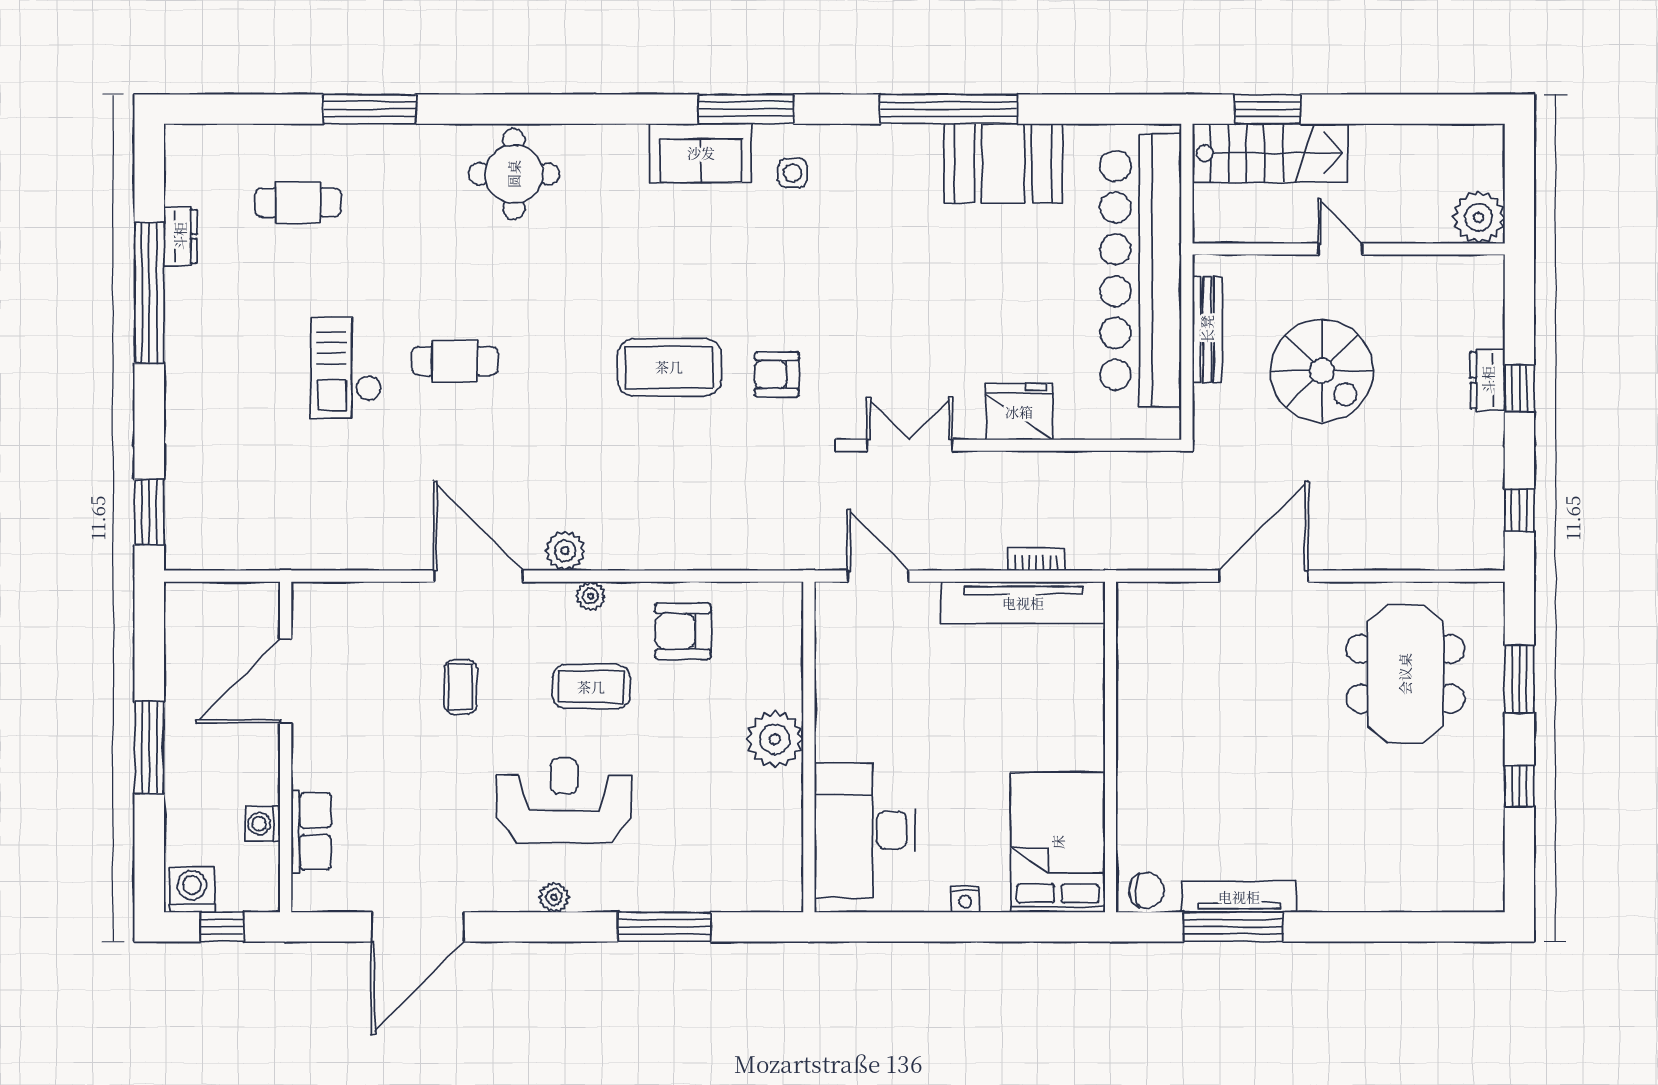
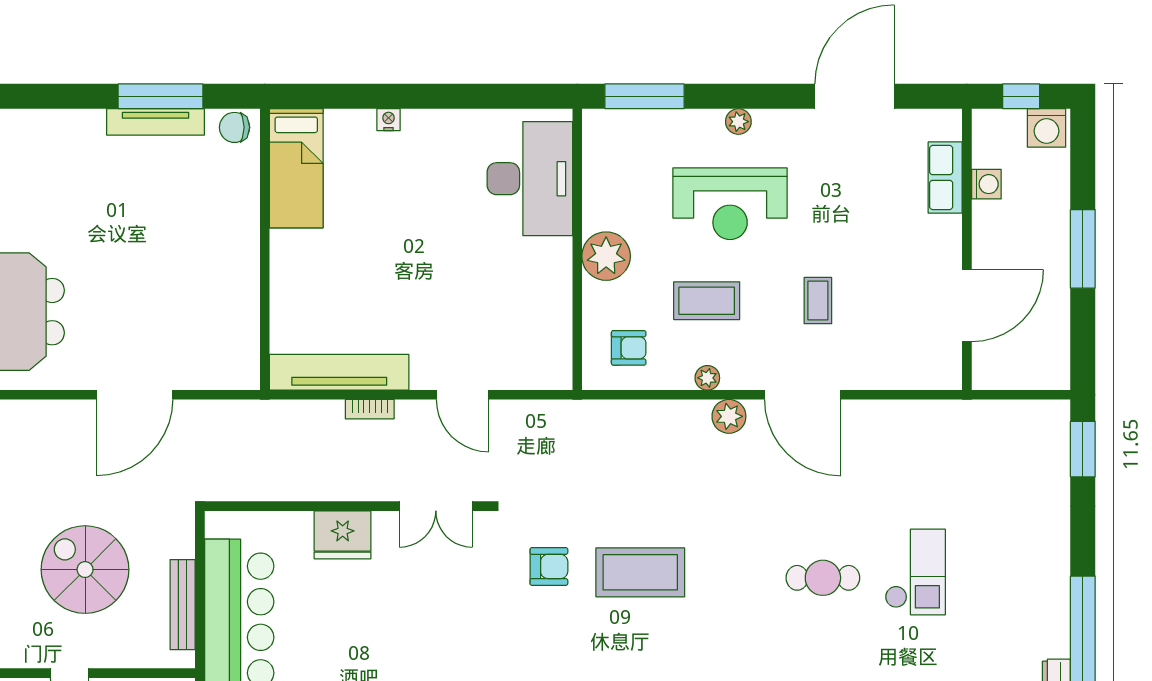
bookcase: (1036, 559) -> (370, 409), moved
armchair: (683, 631) -> (629, 348), width x0.72, depth x0.72
plant: (775, 739) -> (606, 256), moved
wall: (809, 747) -> (577, 249), moved
desk: (865, 830) -> (530, 179), moved
bed: (1058, 842) -> (296, 168), width x0.67

